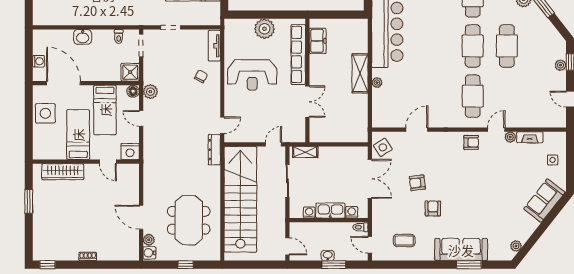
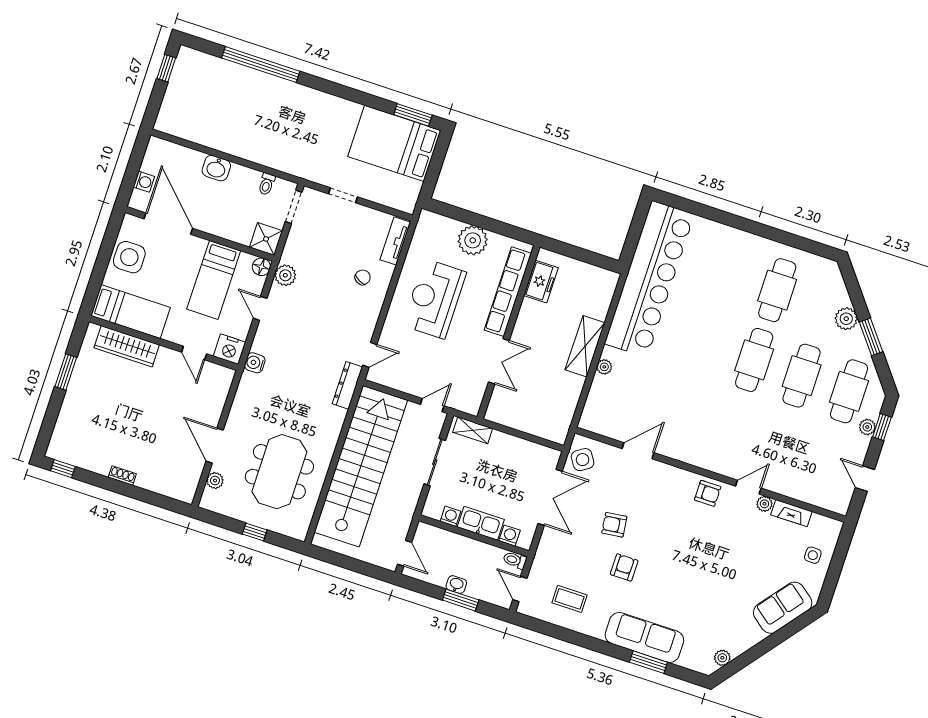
reception desk: (252, 75) -> (434, 299), turned 90
cafe table: (473, 96) -> (849, 391), moved
bed: (78, 135) -> (130, 312), moved, turned 90
water cooler: (149, 253) -> (255, 363), moved

